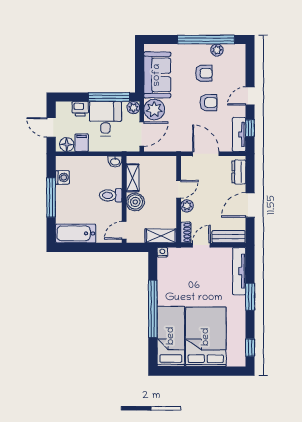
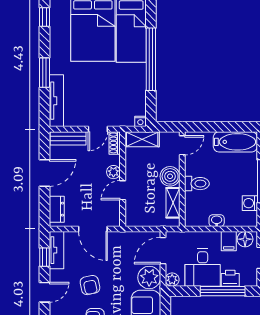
window: (109, 97) -> (223, 291), moved
armchair: (208, 103) -> (90, 285), turned -102
washbasin: (115, 161) -> (217, 221), moved

